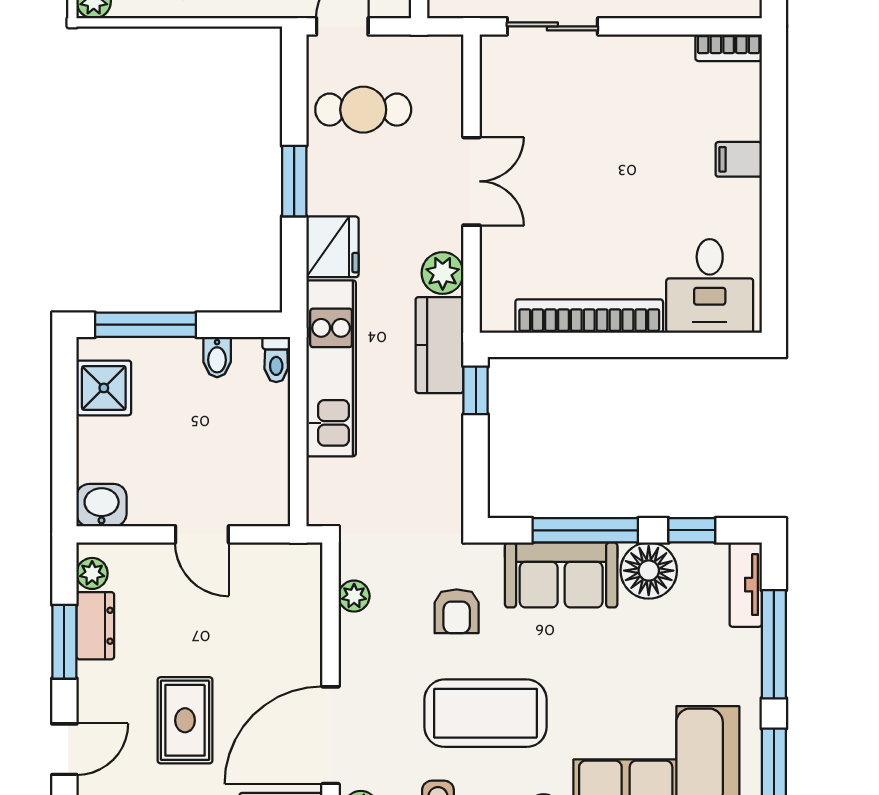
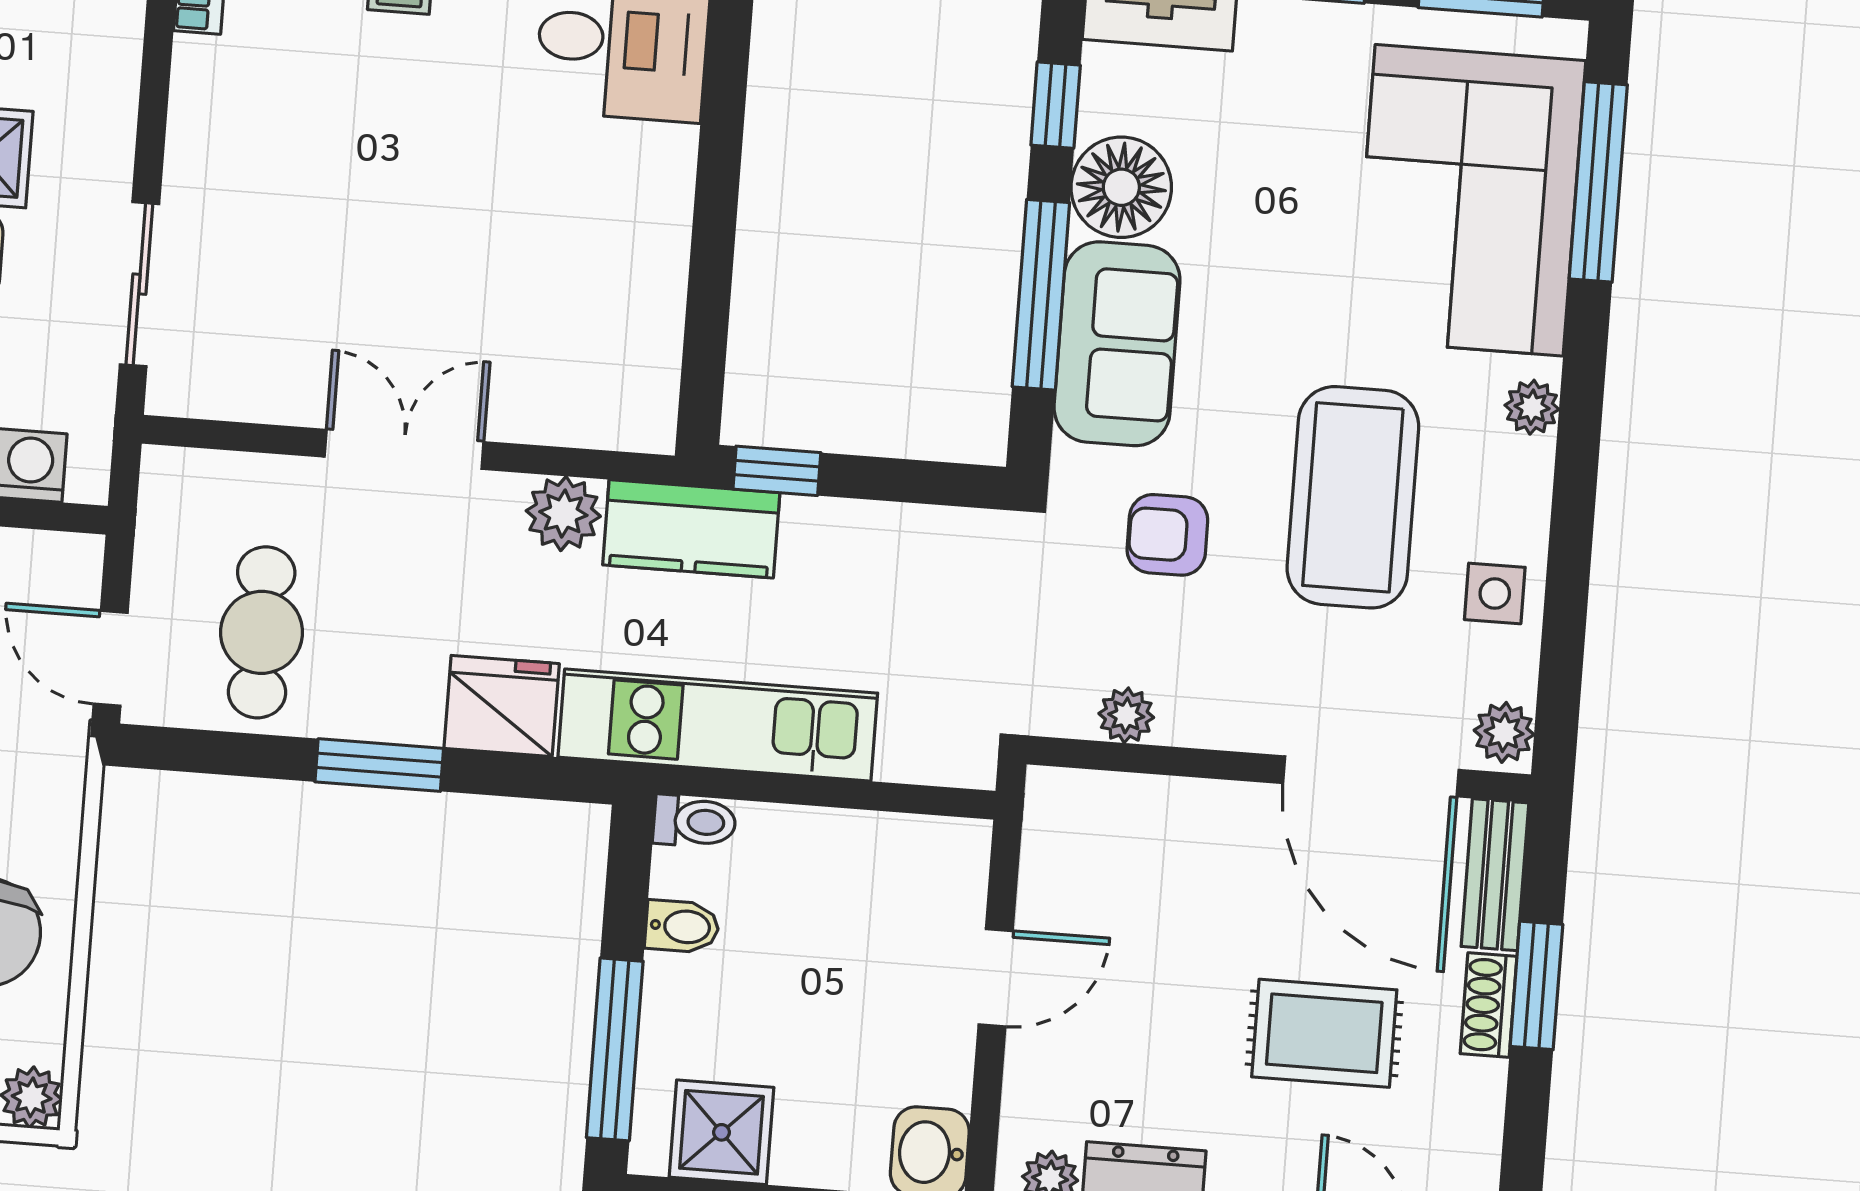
bookcase: (589, 316) -> (660, 258), removed
armchair: (457, 611) -> (1167, 535), turned 180

